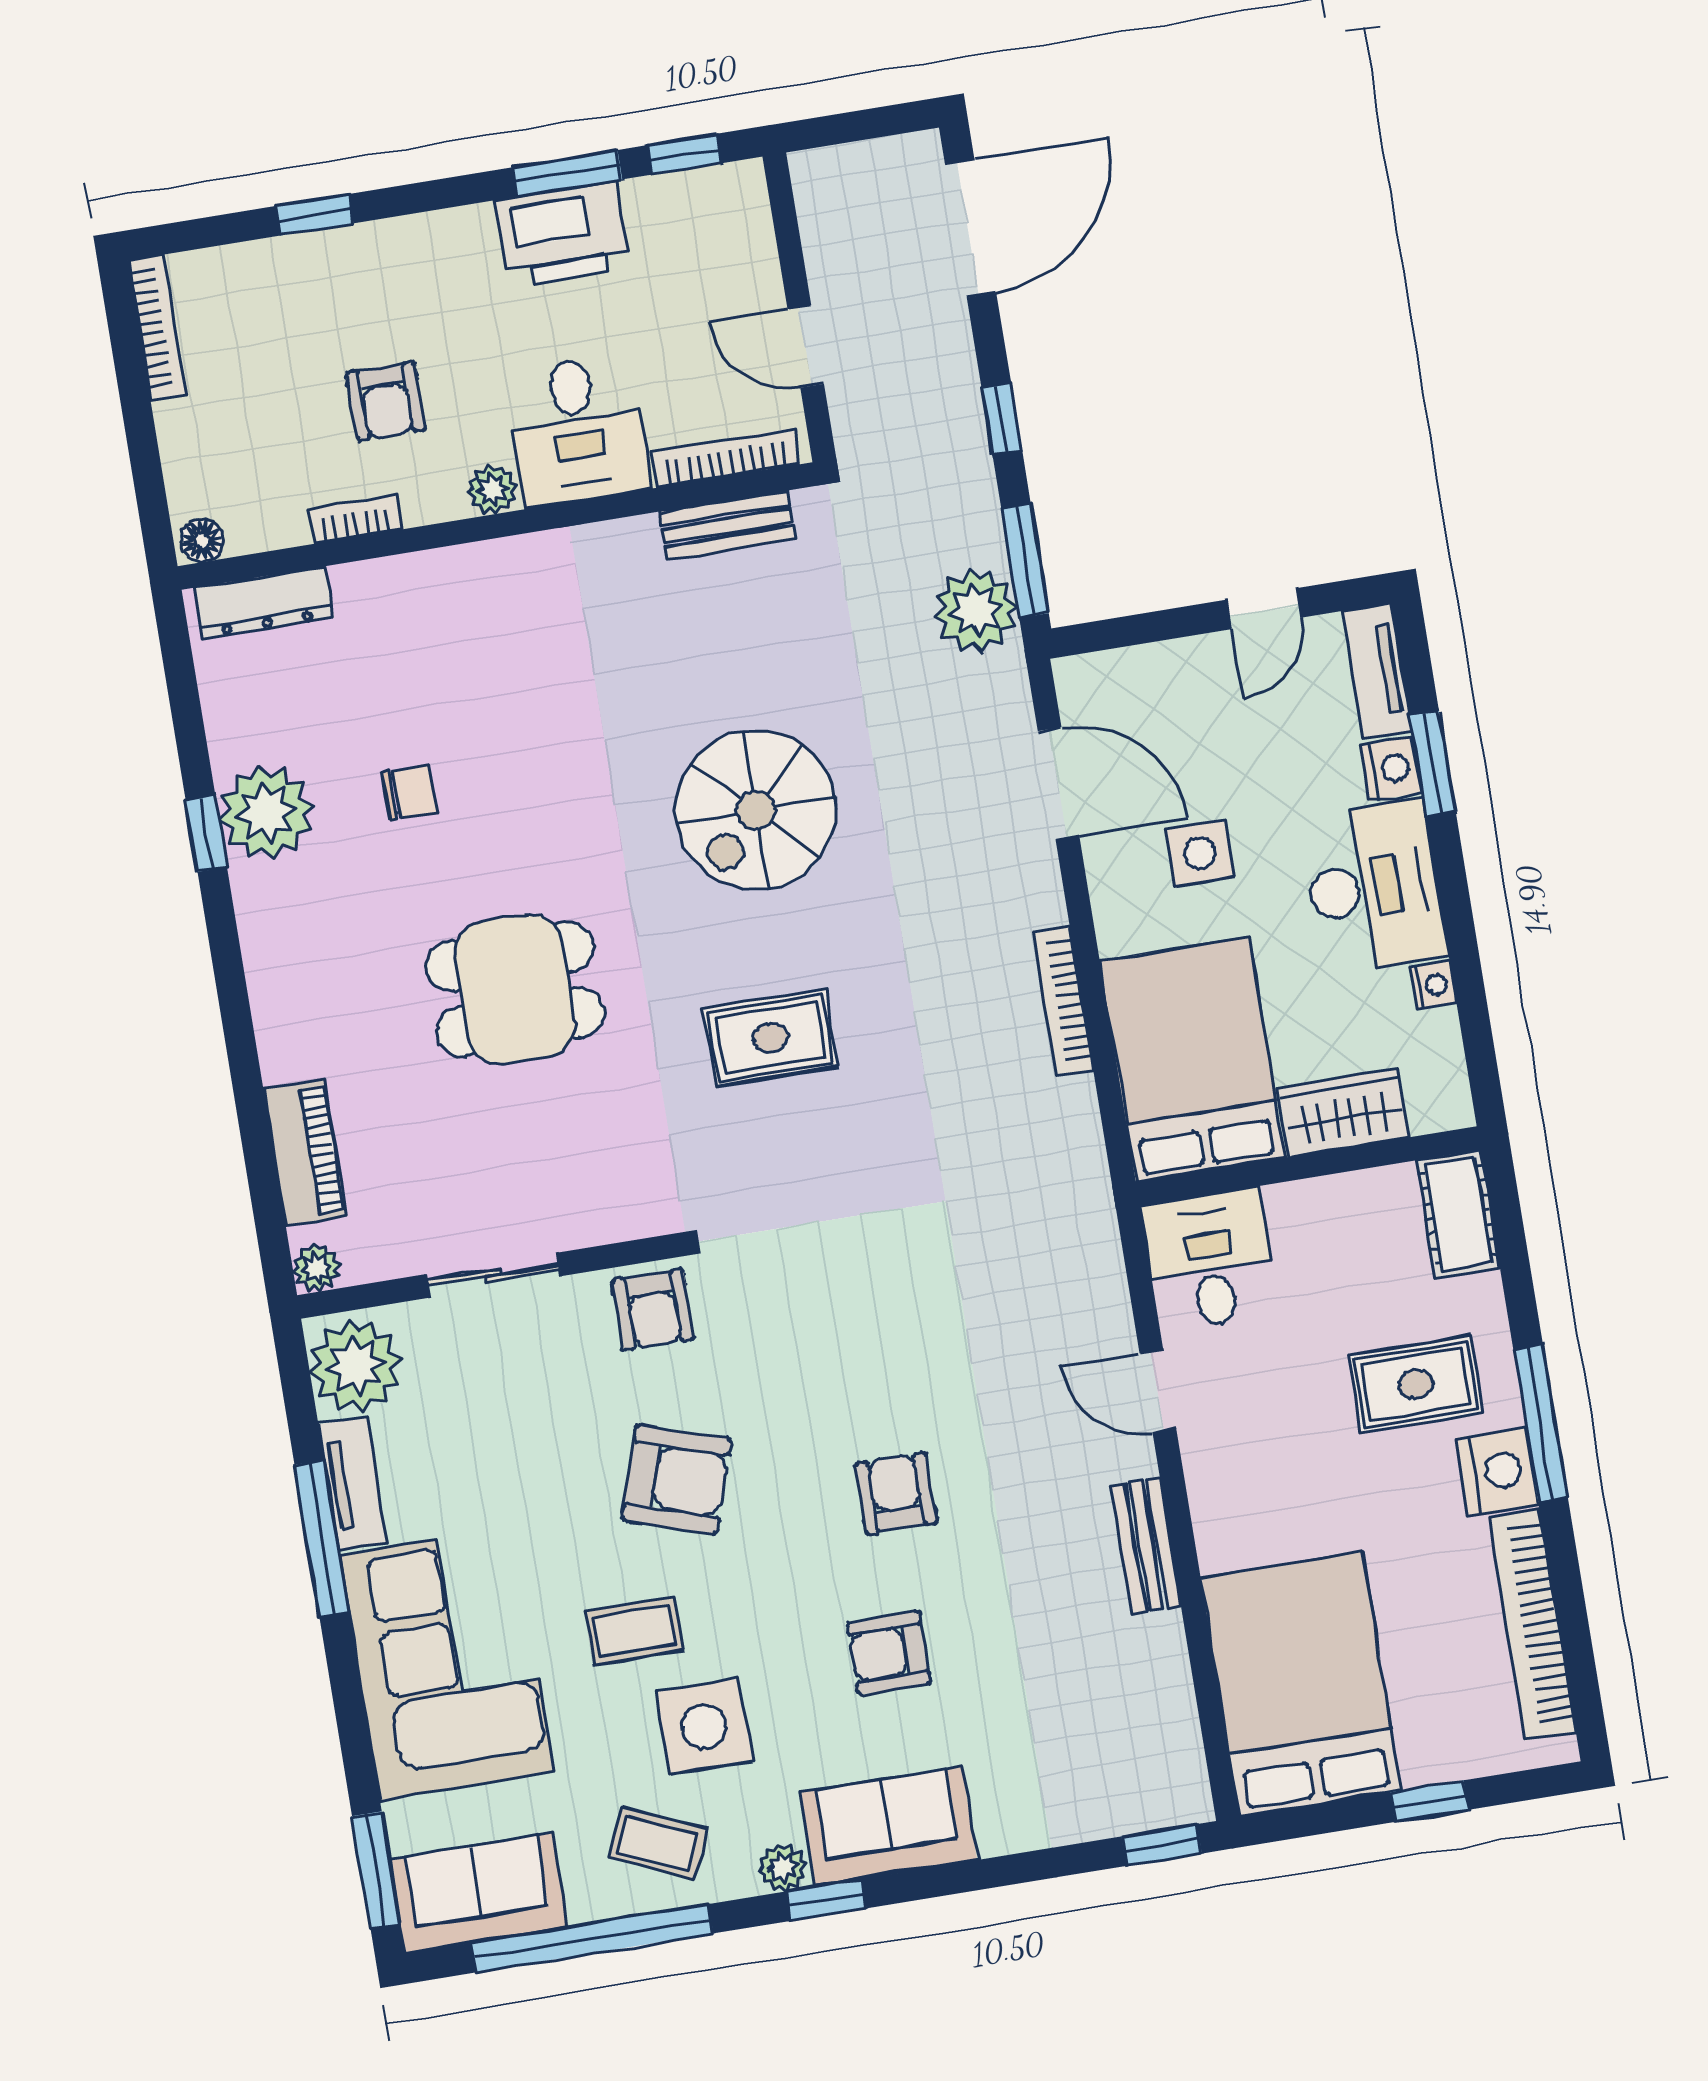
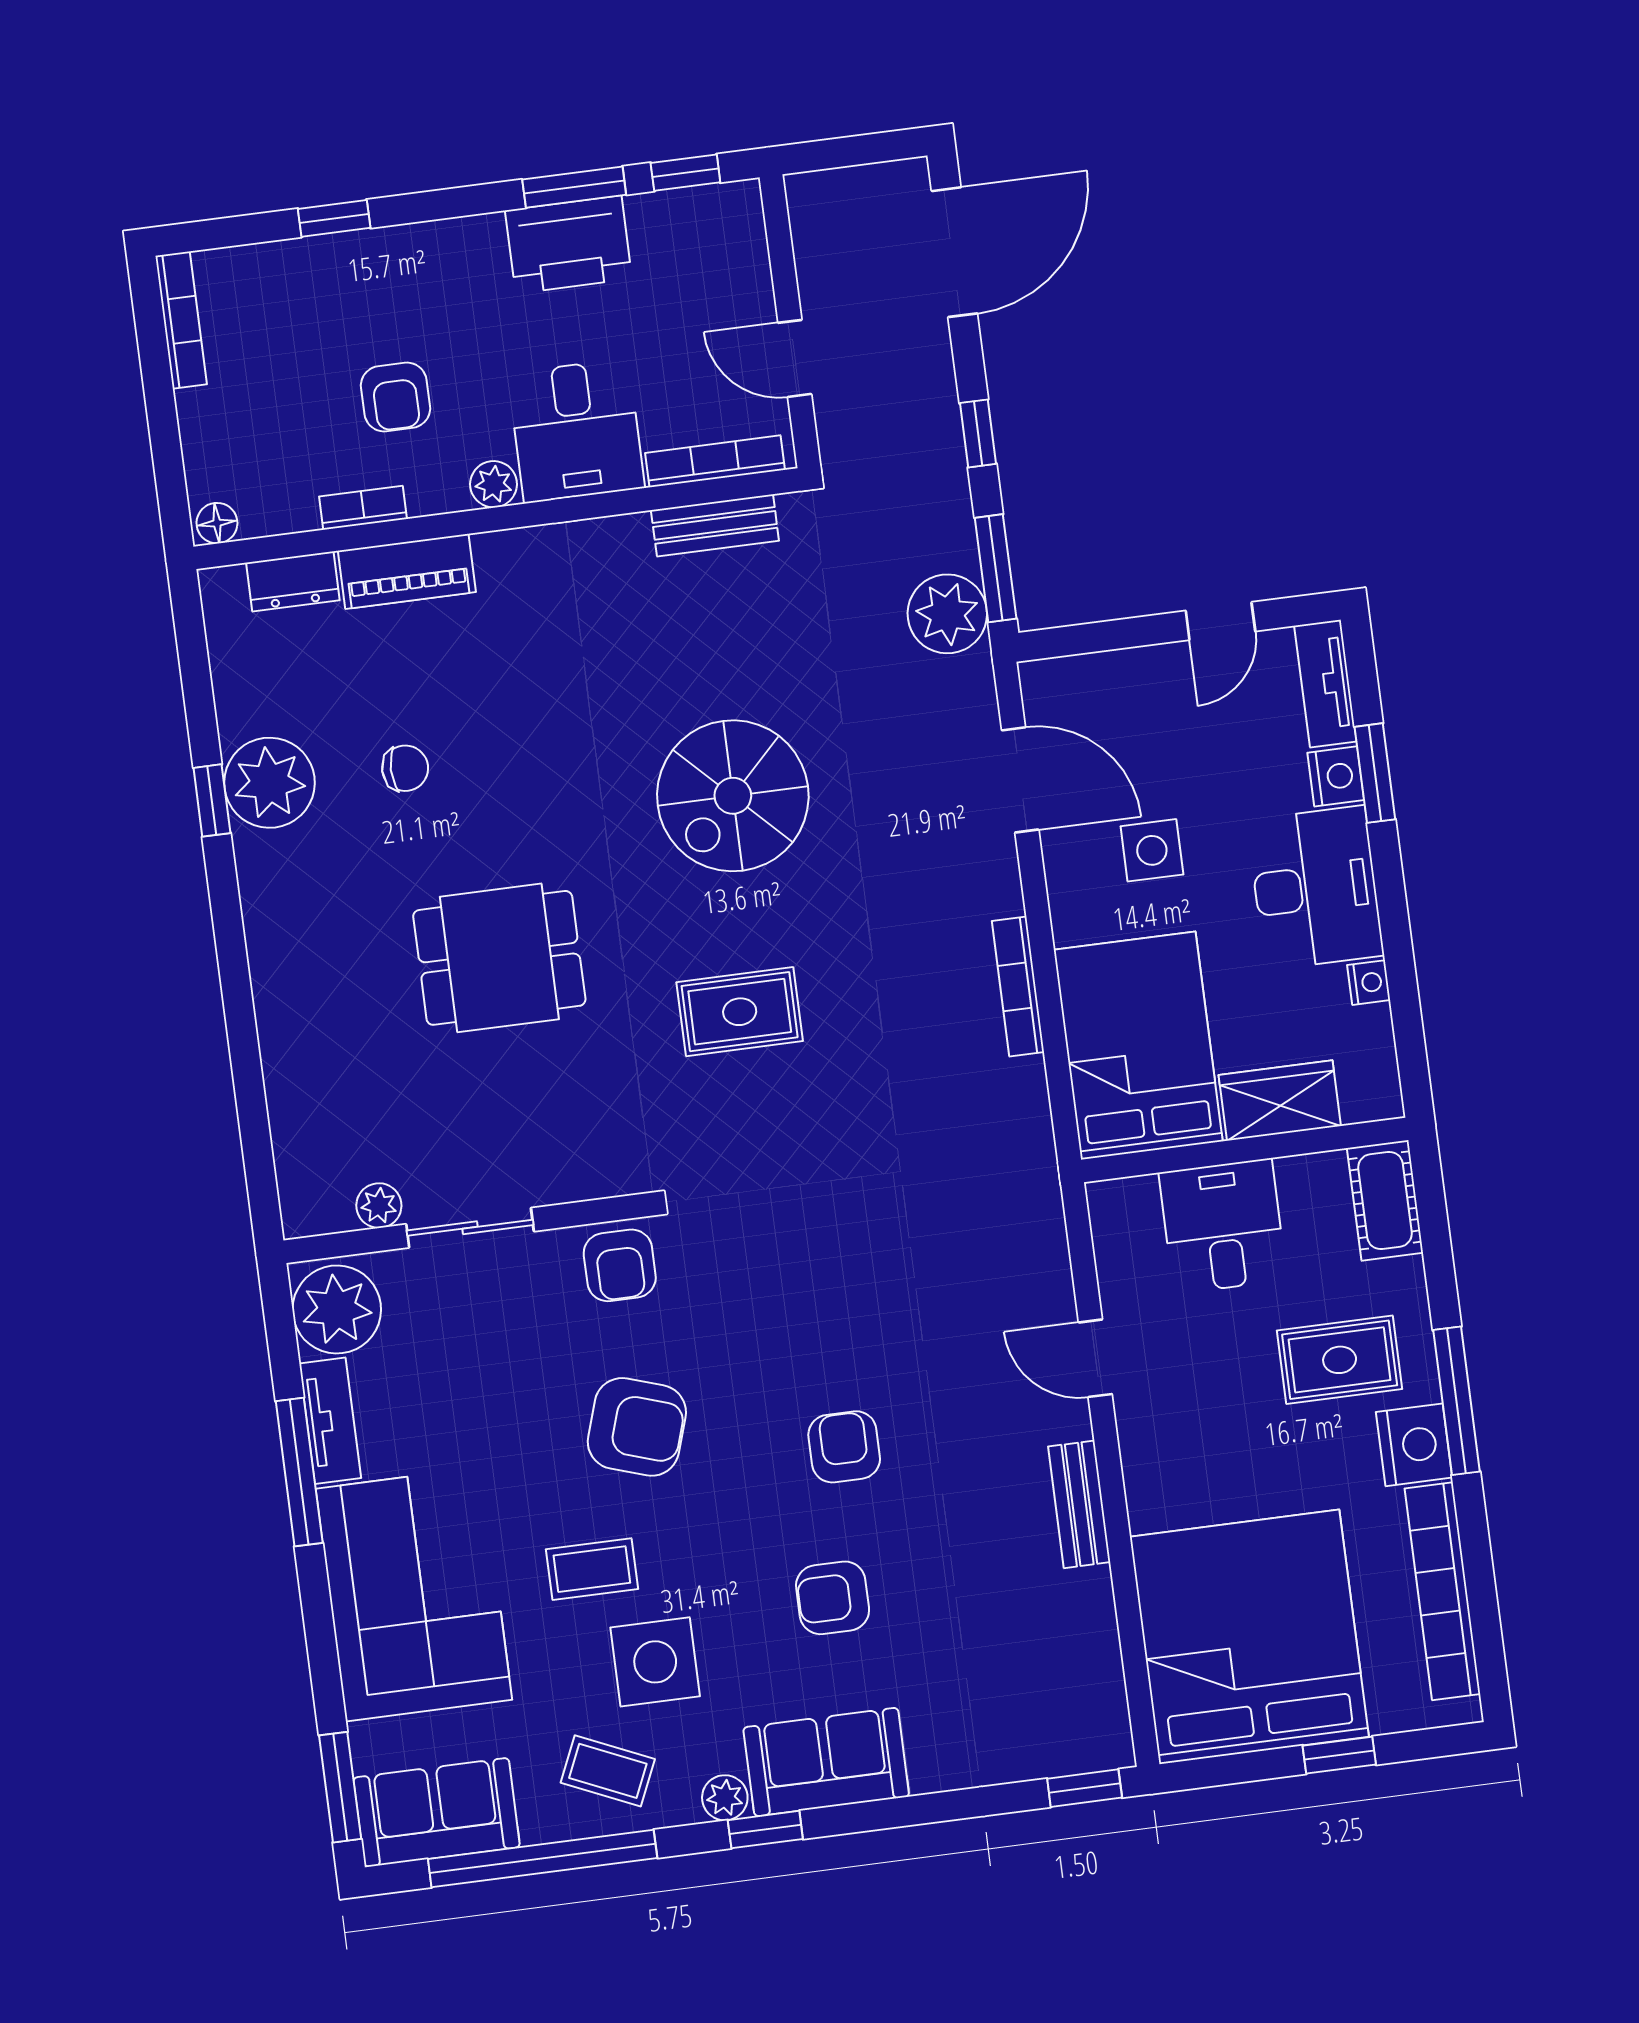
dresser: (264, 603) -> (293, 581), width x0.70
piano: (305, 1152) -> (407, 571), moved, turned 90
desk: (1210, 1260) -> (1223, 1226), moved
plant: (317, 1268) -> (379, 1206), moved
bed: (1301, 1684) -> (1249, 1637), width x1.36

